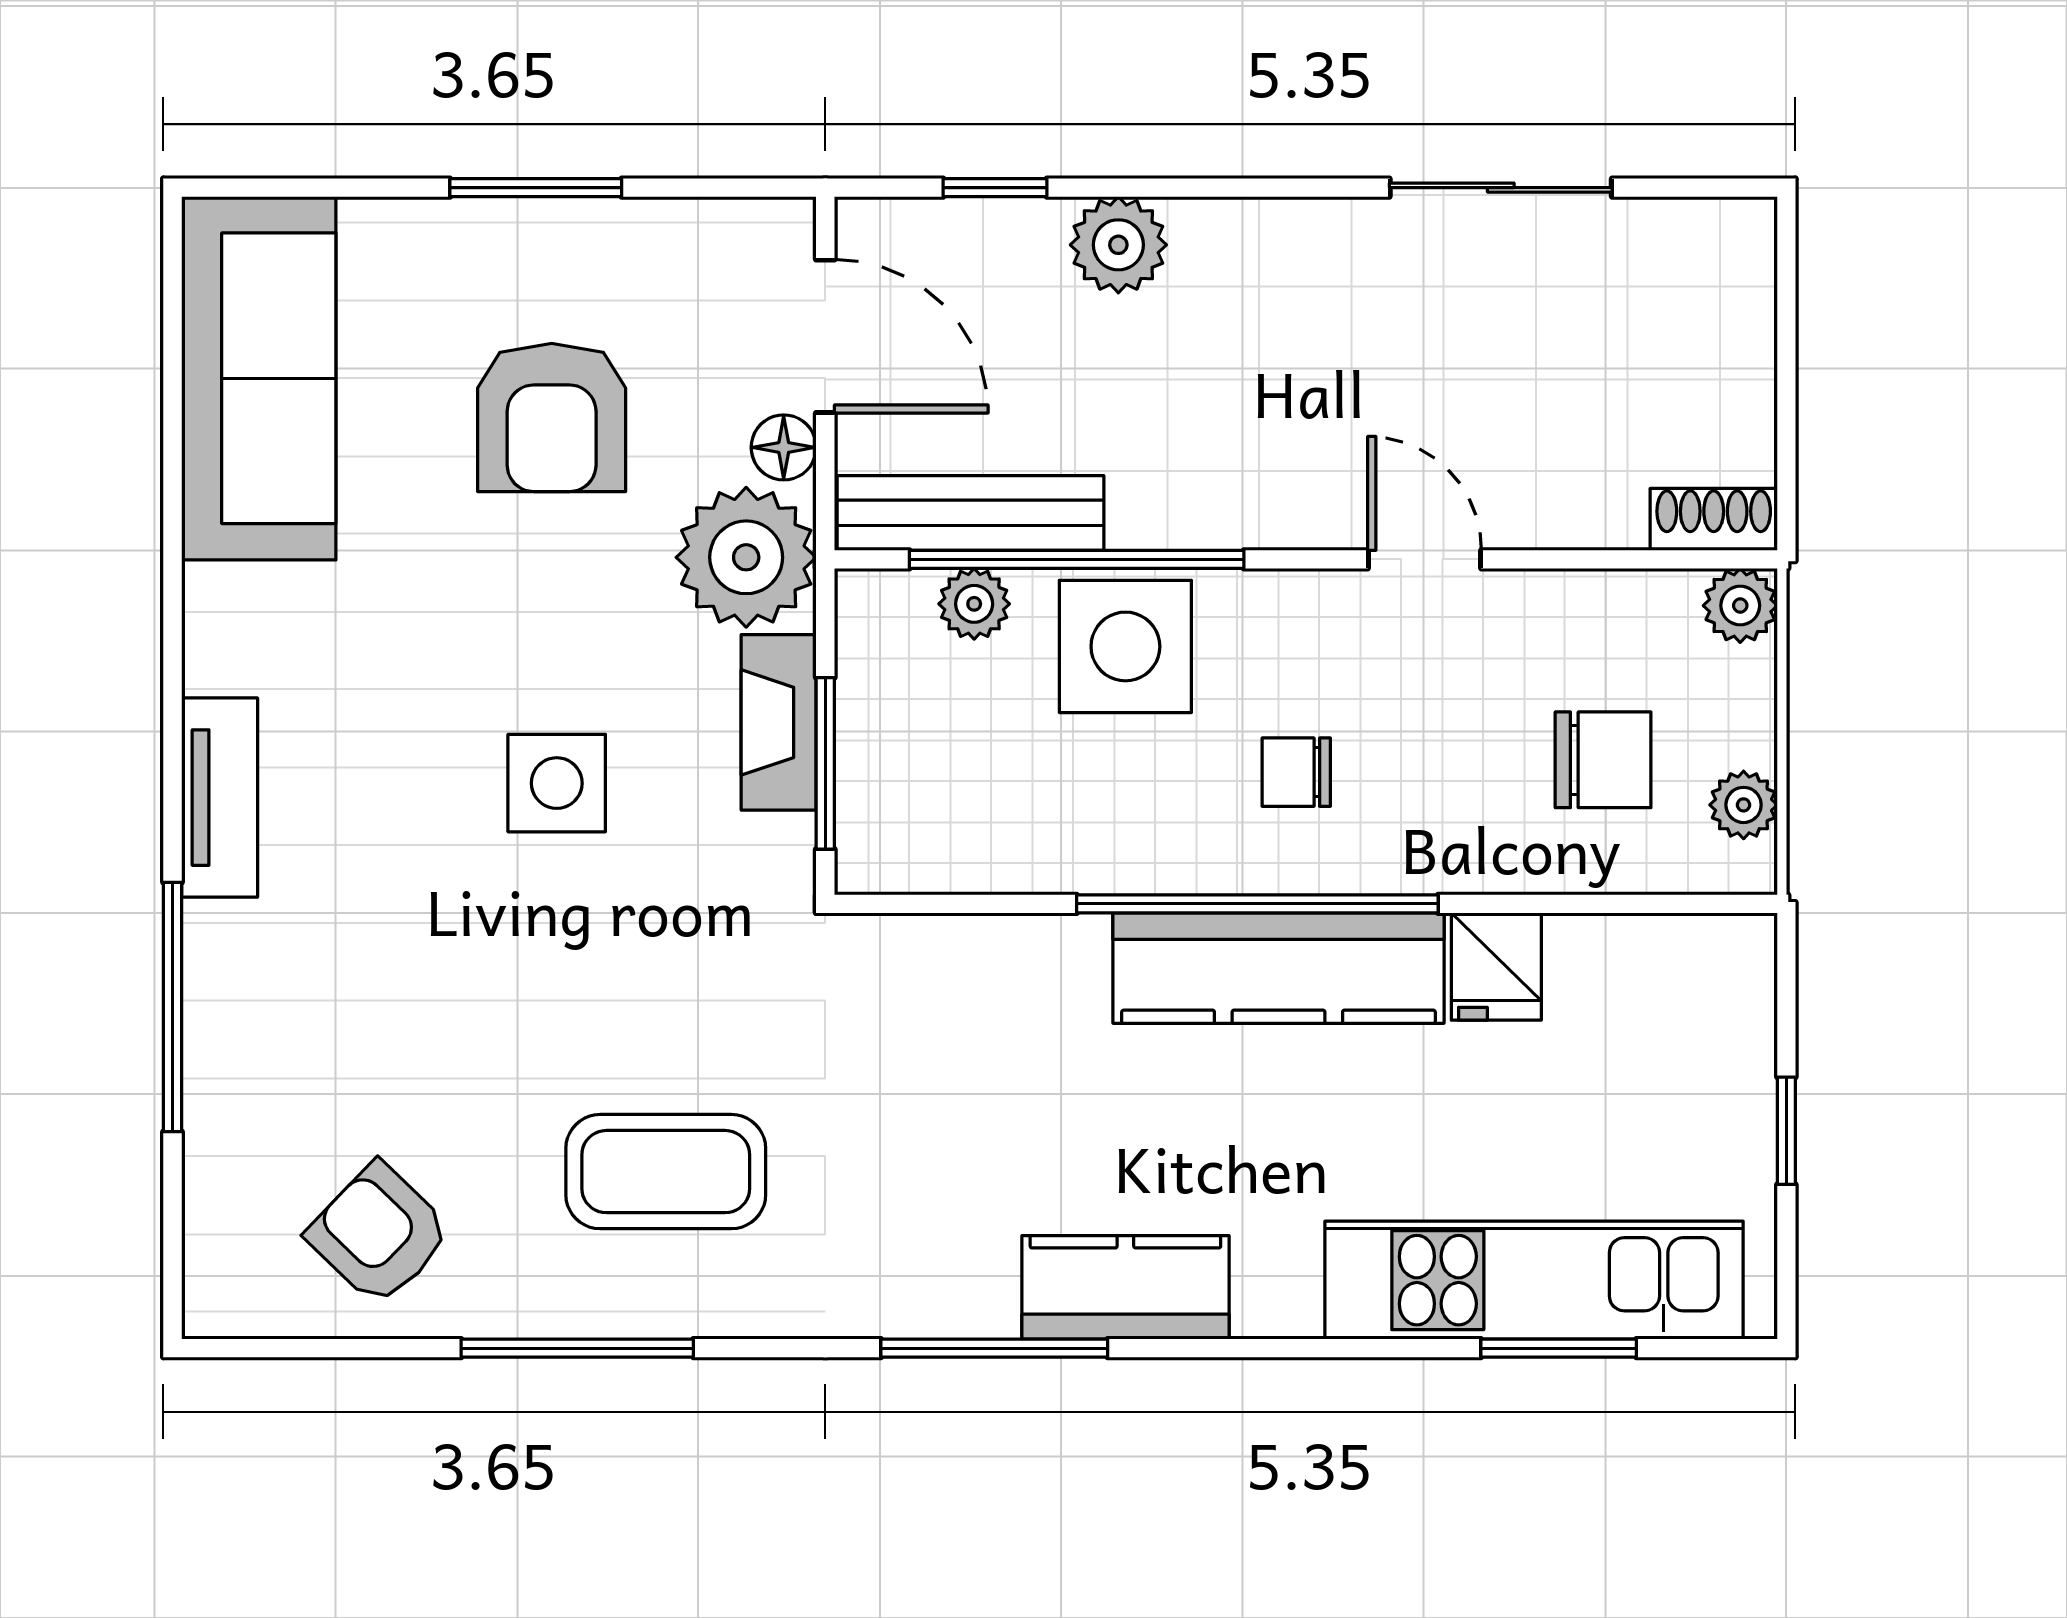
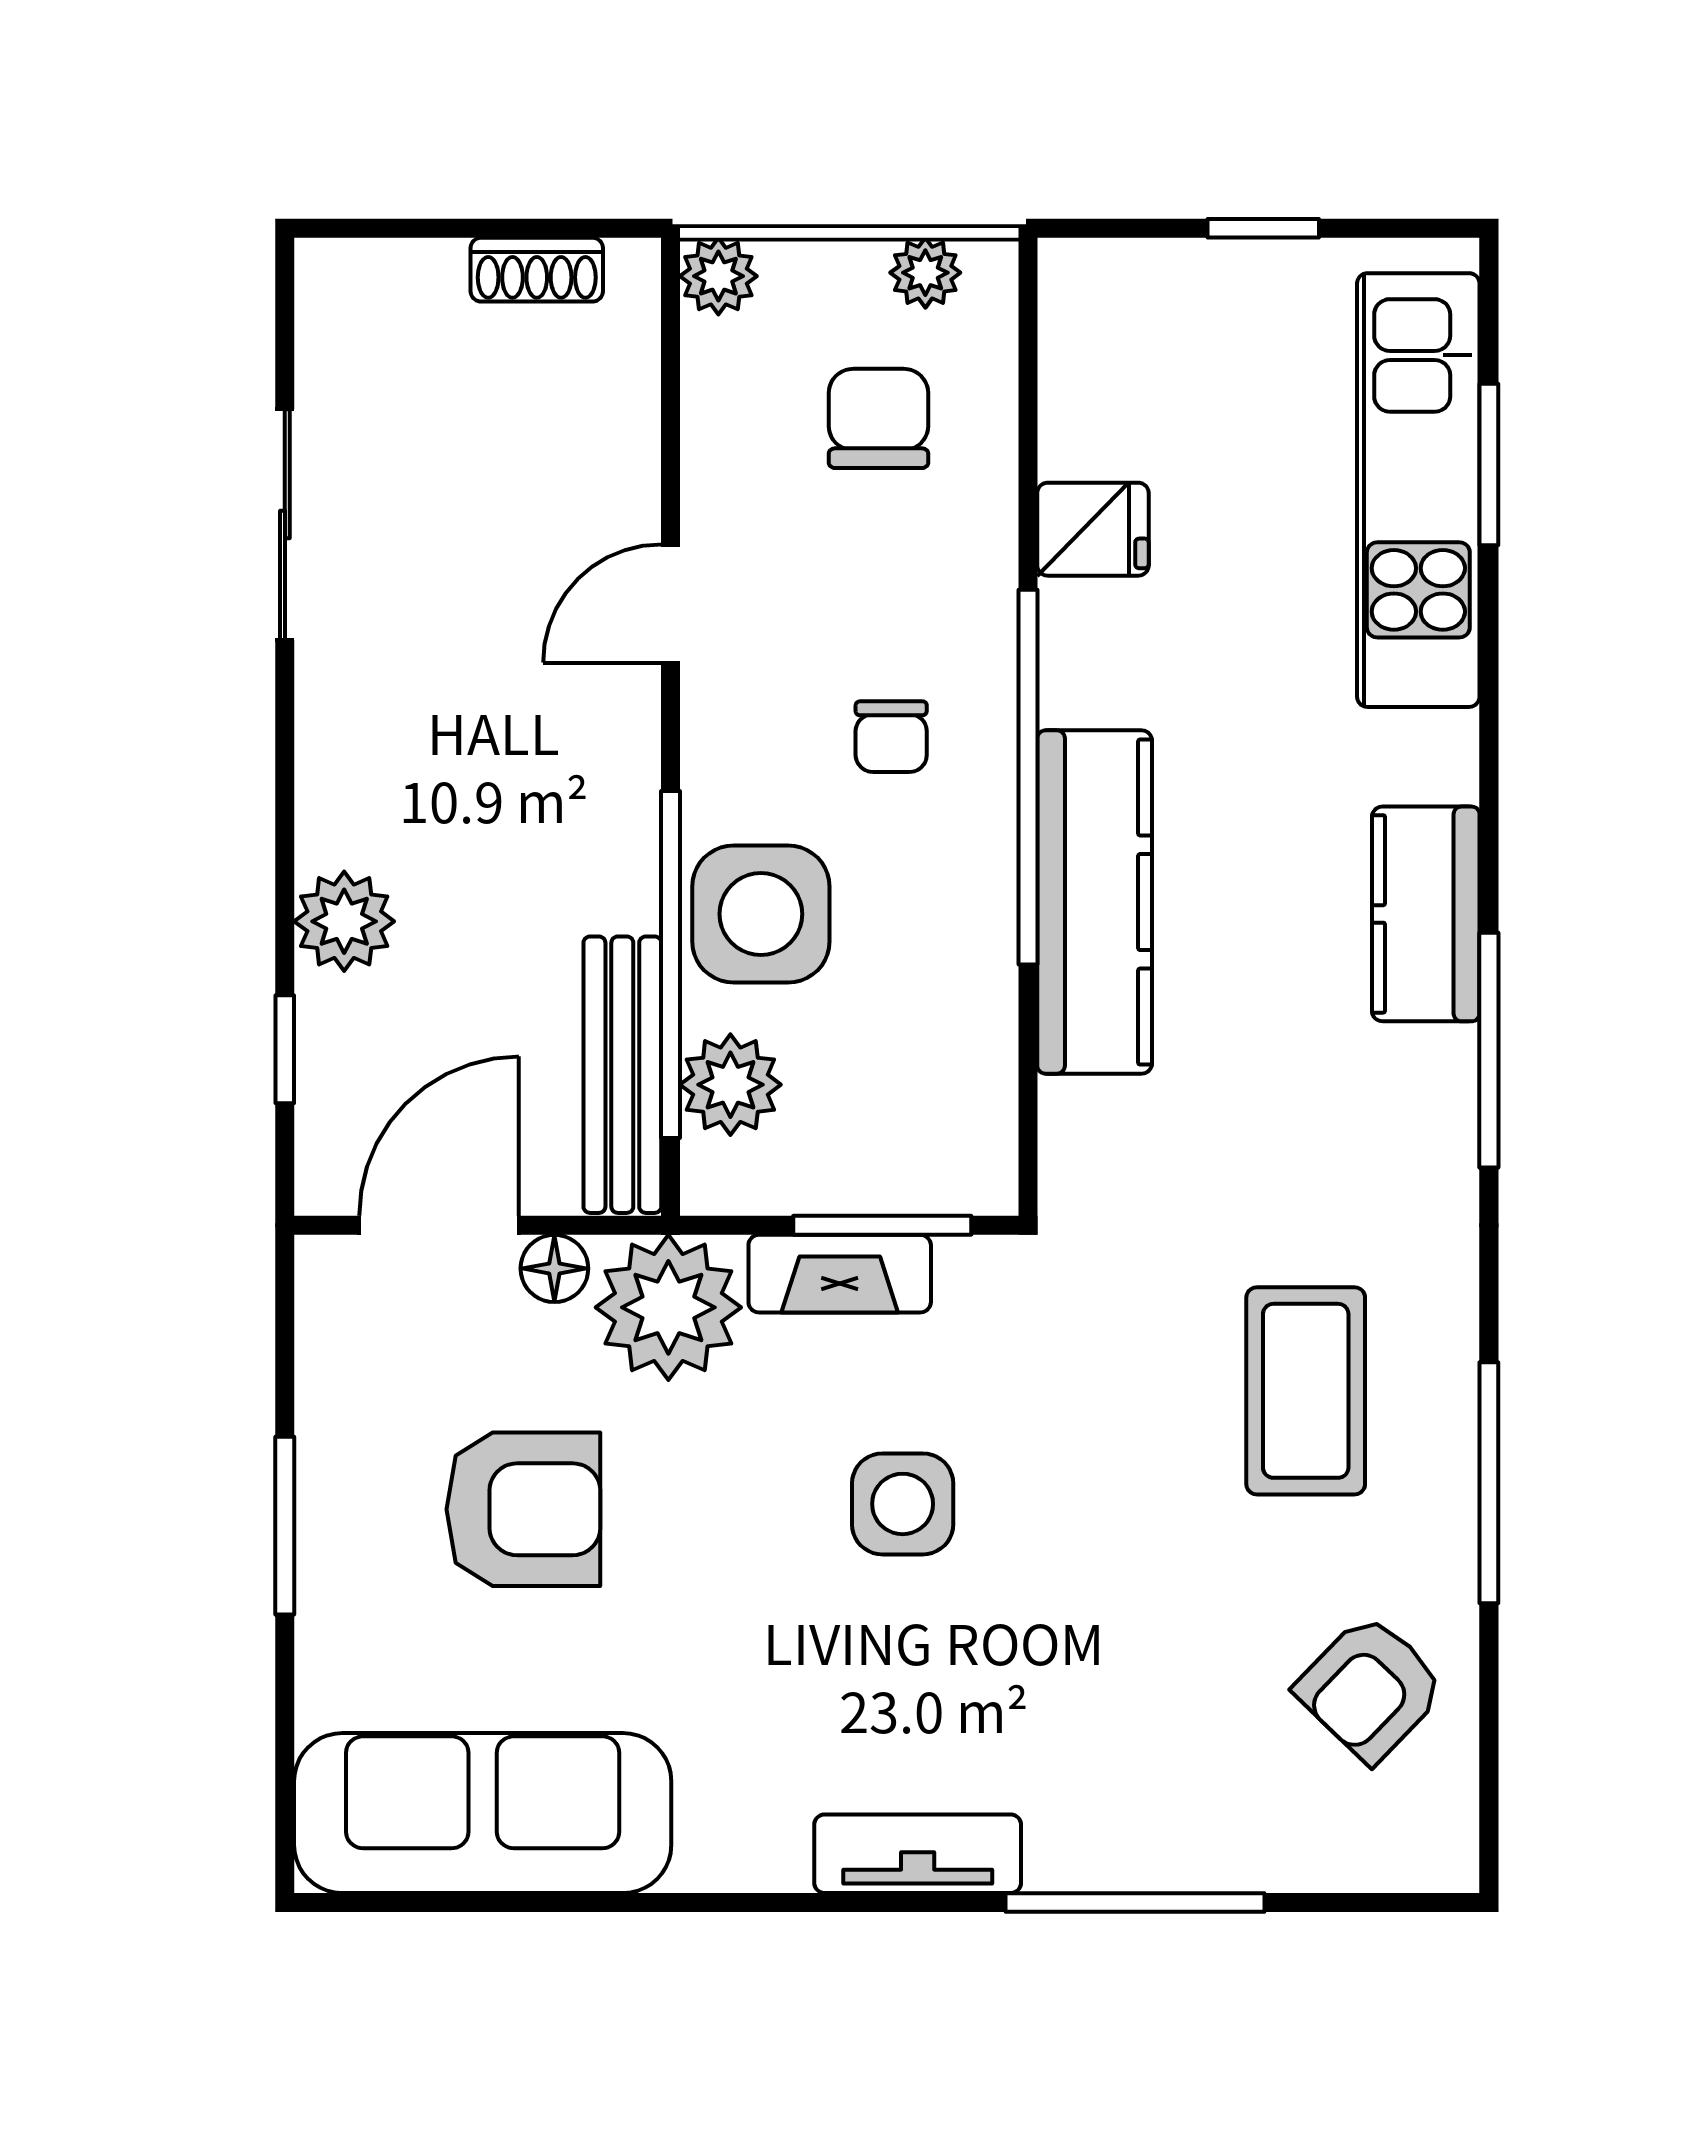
shoe rack: (1714, 519) -> (537, 270), moved, turned -90
plant: (974, 604) -> (730, 1085), width x1.38, depth x1.38
kitchen counter: (1278, 968) -> (1095, 902), moved

